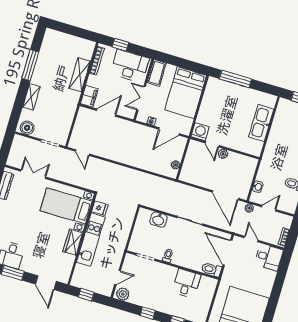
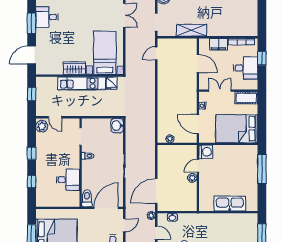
desk: (130, 66) -> (245, 68), width x0.73
shelving: (80, 75) -> (192, 30), moved
filing cabinet: (89, 96) -> (219, 44), moved
washbasin: (158, 220) -> (117, 126), moved

